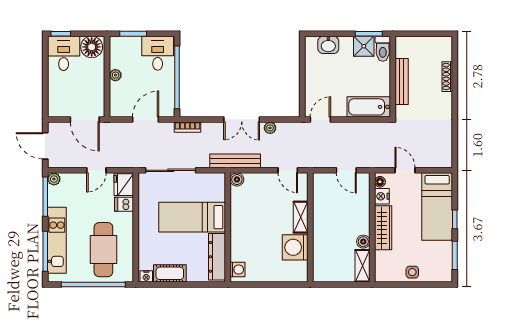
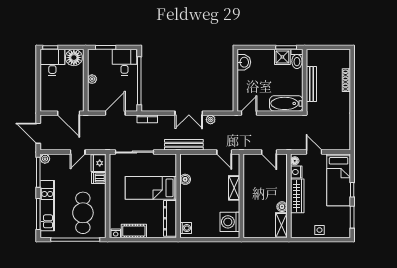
washbasin: (328, 45) -> (244, 62), moved, turned -90
boiler: (237, 179) -> (185, 179), moved
washing machine: (295, 247) -> (230, 222), moved

